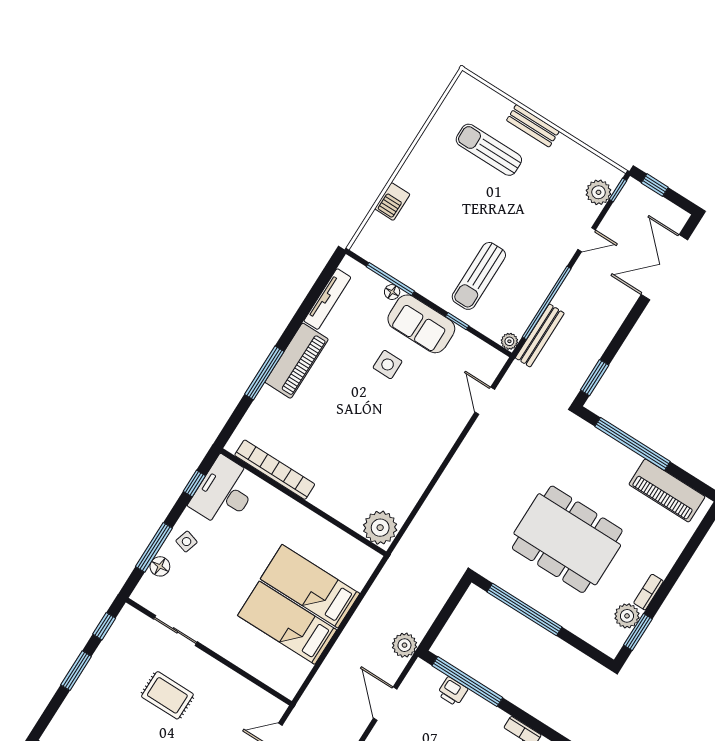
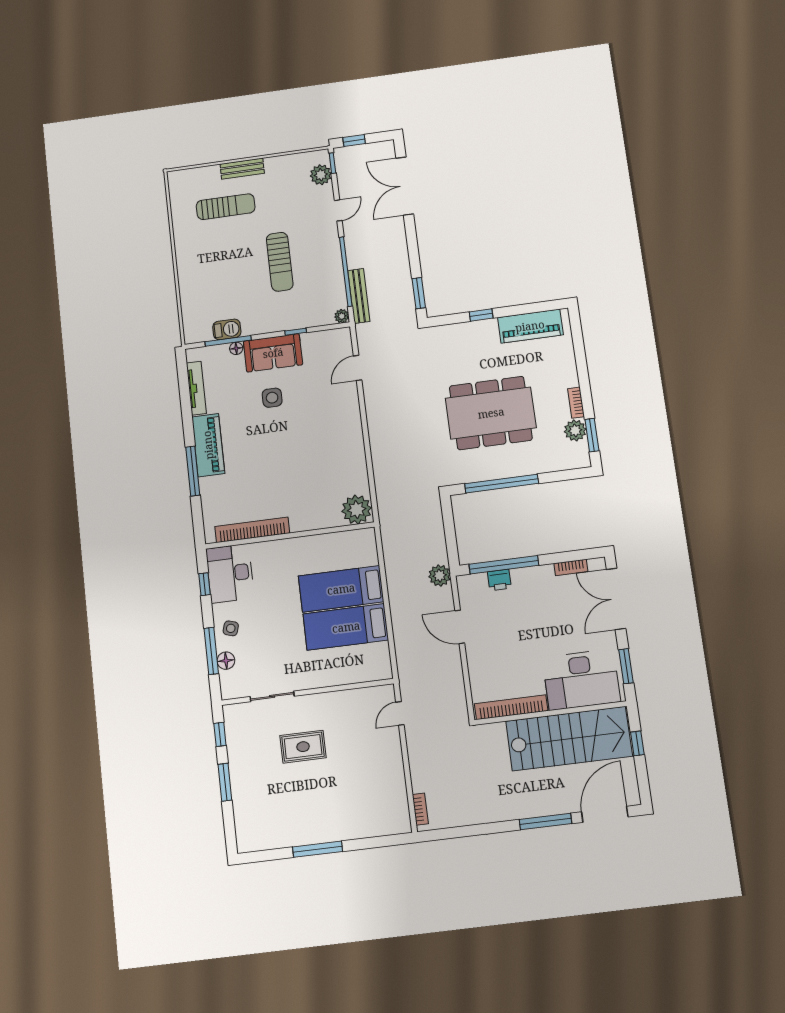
sun lounger: (489, 150) -> (226, 207), turned 180
barbecue: (392, 202) -> (227, 329), moved, turned -90
sun lounger: (479, 276) -> (280, 262), moved
door: (485, 401) -> (358, 368), hinge flipped
window: (632, 444) -> (481, 315), width x0.32

